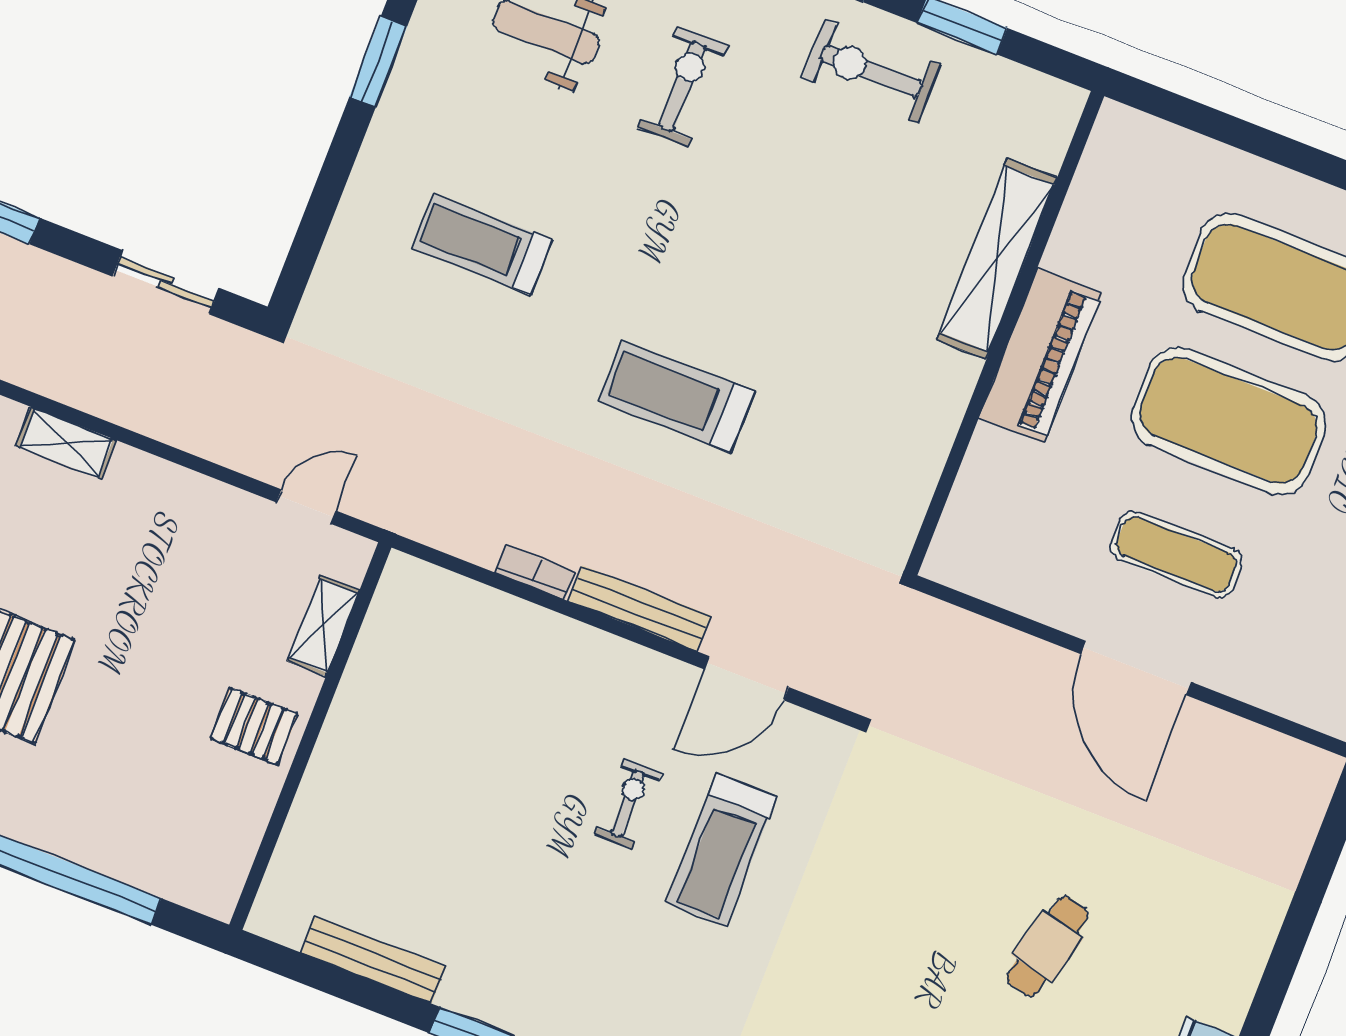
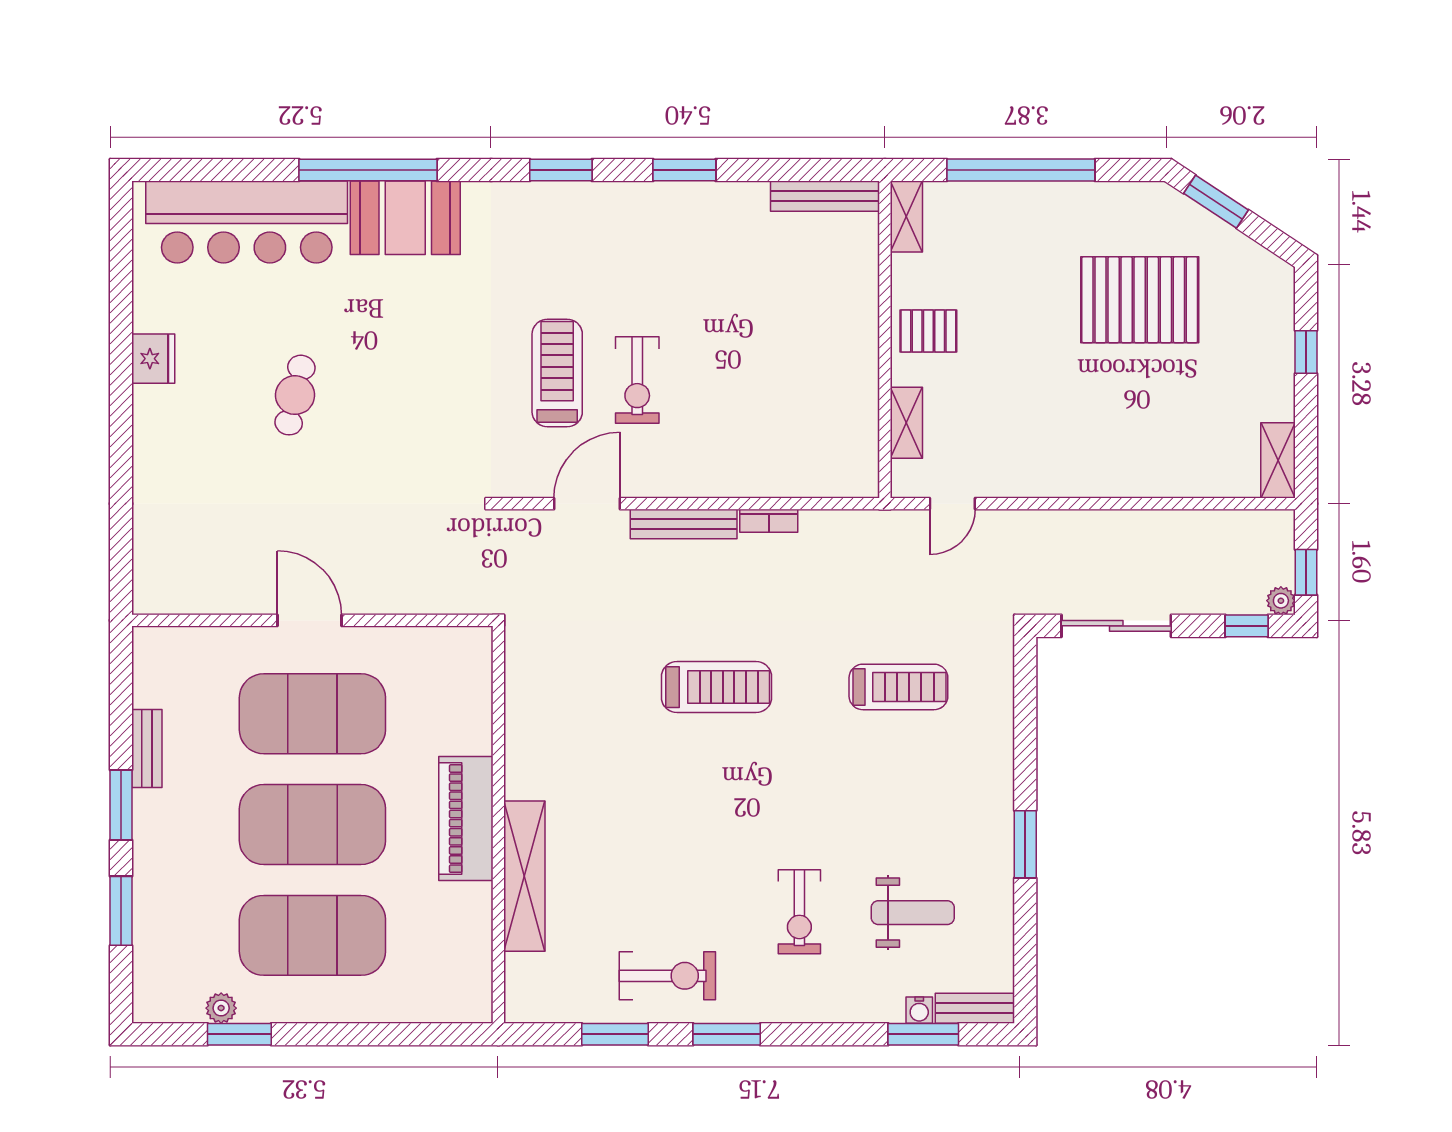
treadmill: (482, 244) -> (898, 687), moved
sliding door: (166, 282) -> (1116, 626), width x1.37
shelving: (66, 443) -> (906, 217), moved, turned 90
exercise mat: (1176, 554) -> (312, 714), width x2.00, depth x1.45
door: (1136, 668) -> (310, 620), width x0.73
exercise bike: (628, 804) -> (637, 380), width x1.38, depth x1.39
bench: (373, 960) -> (825, 196), moved

